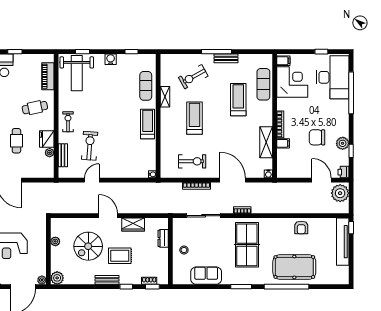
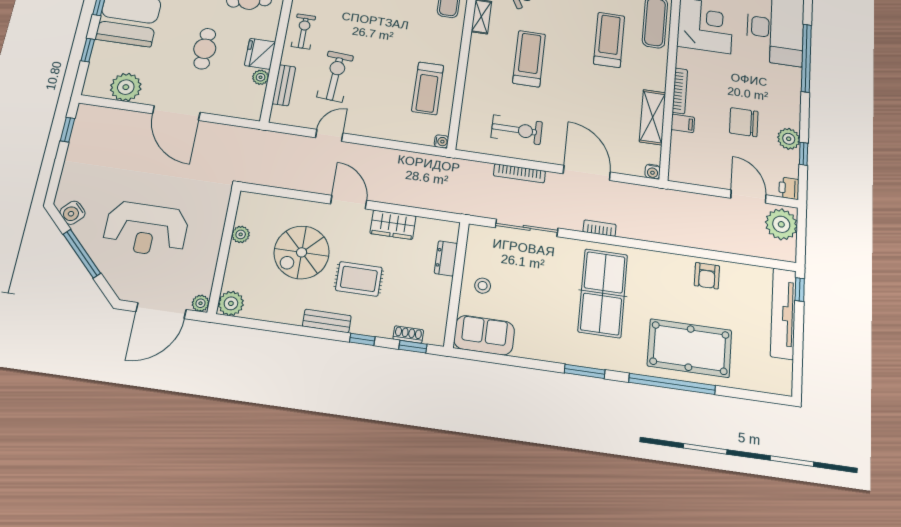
treadmill: (148, 124) -> (428, 88), moved, turned 180
sofa: (206, 276) -> (484, 335), moved

